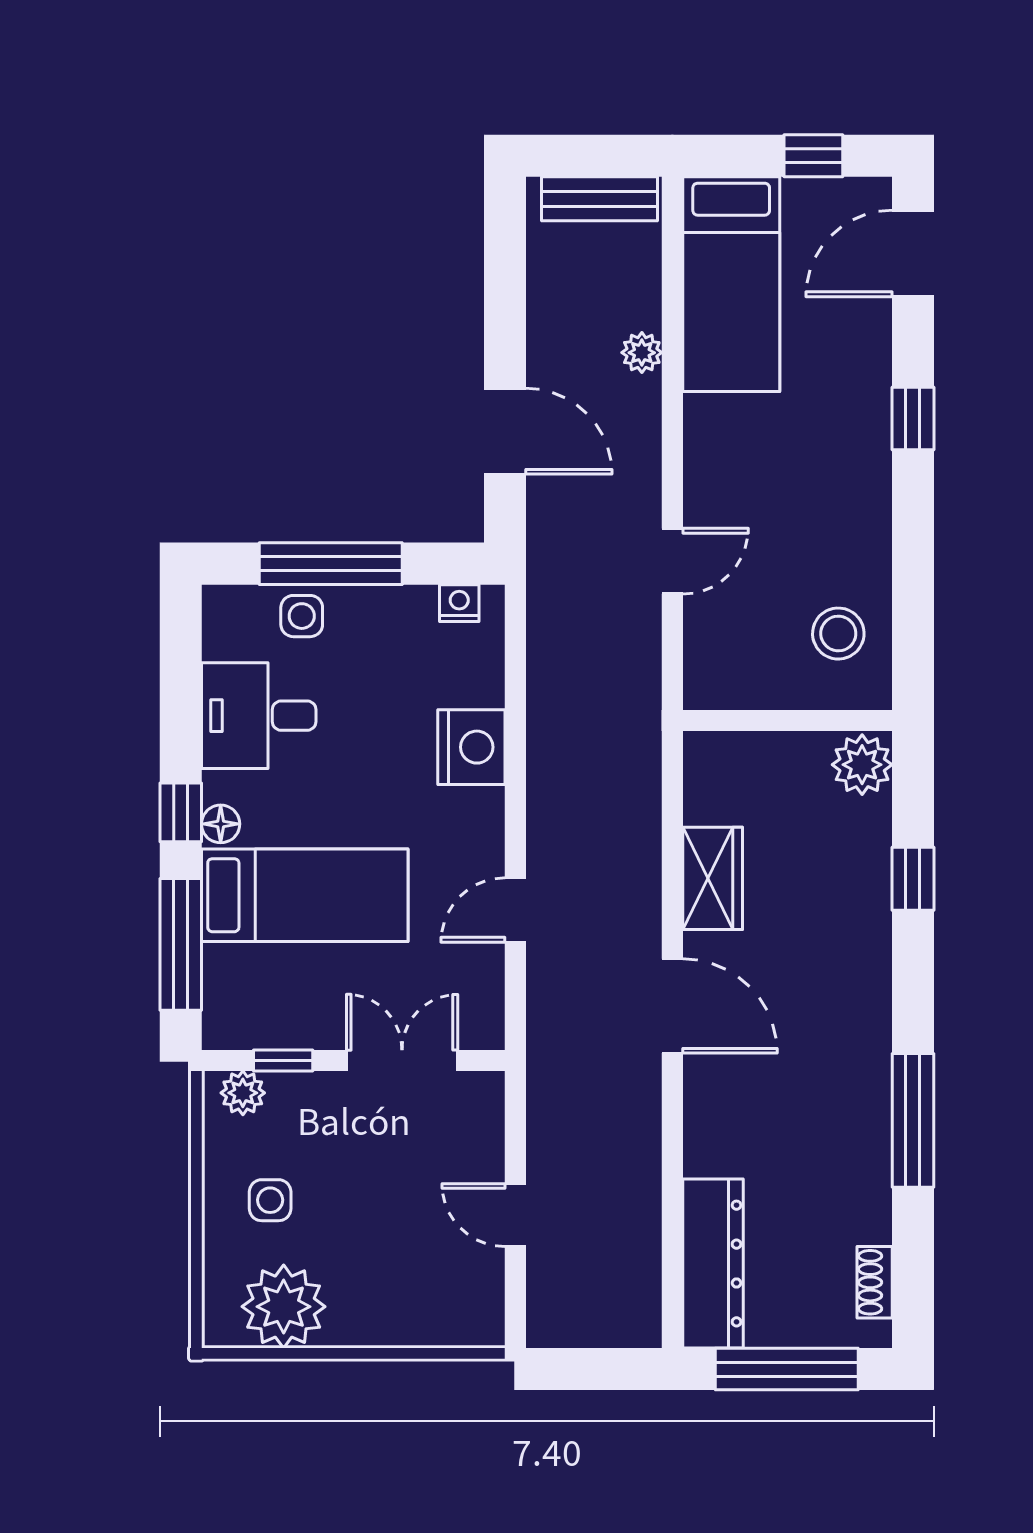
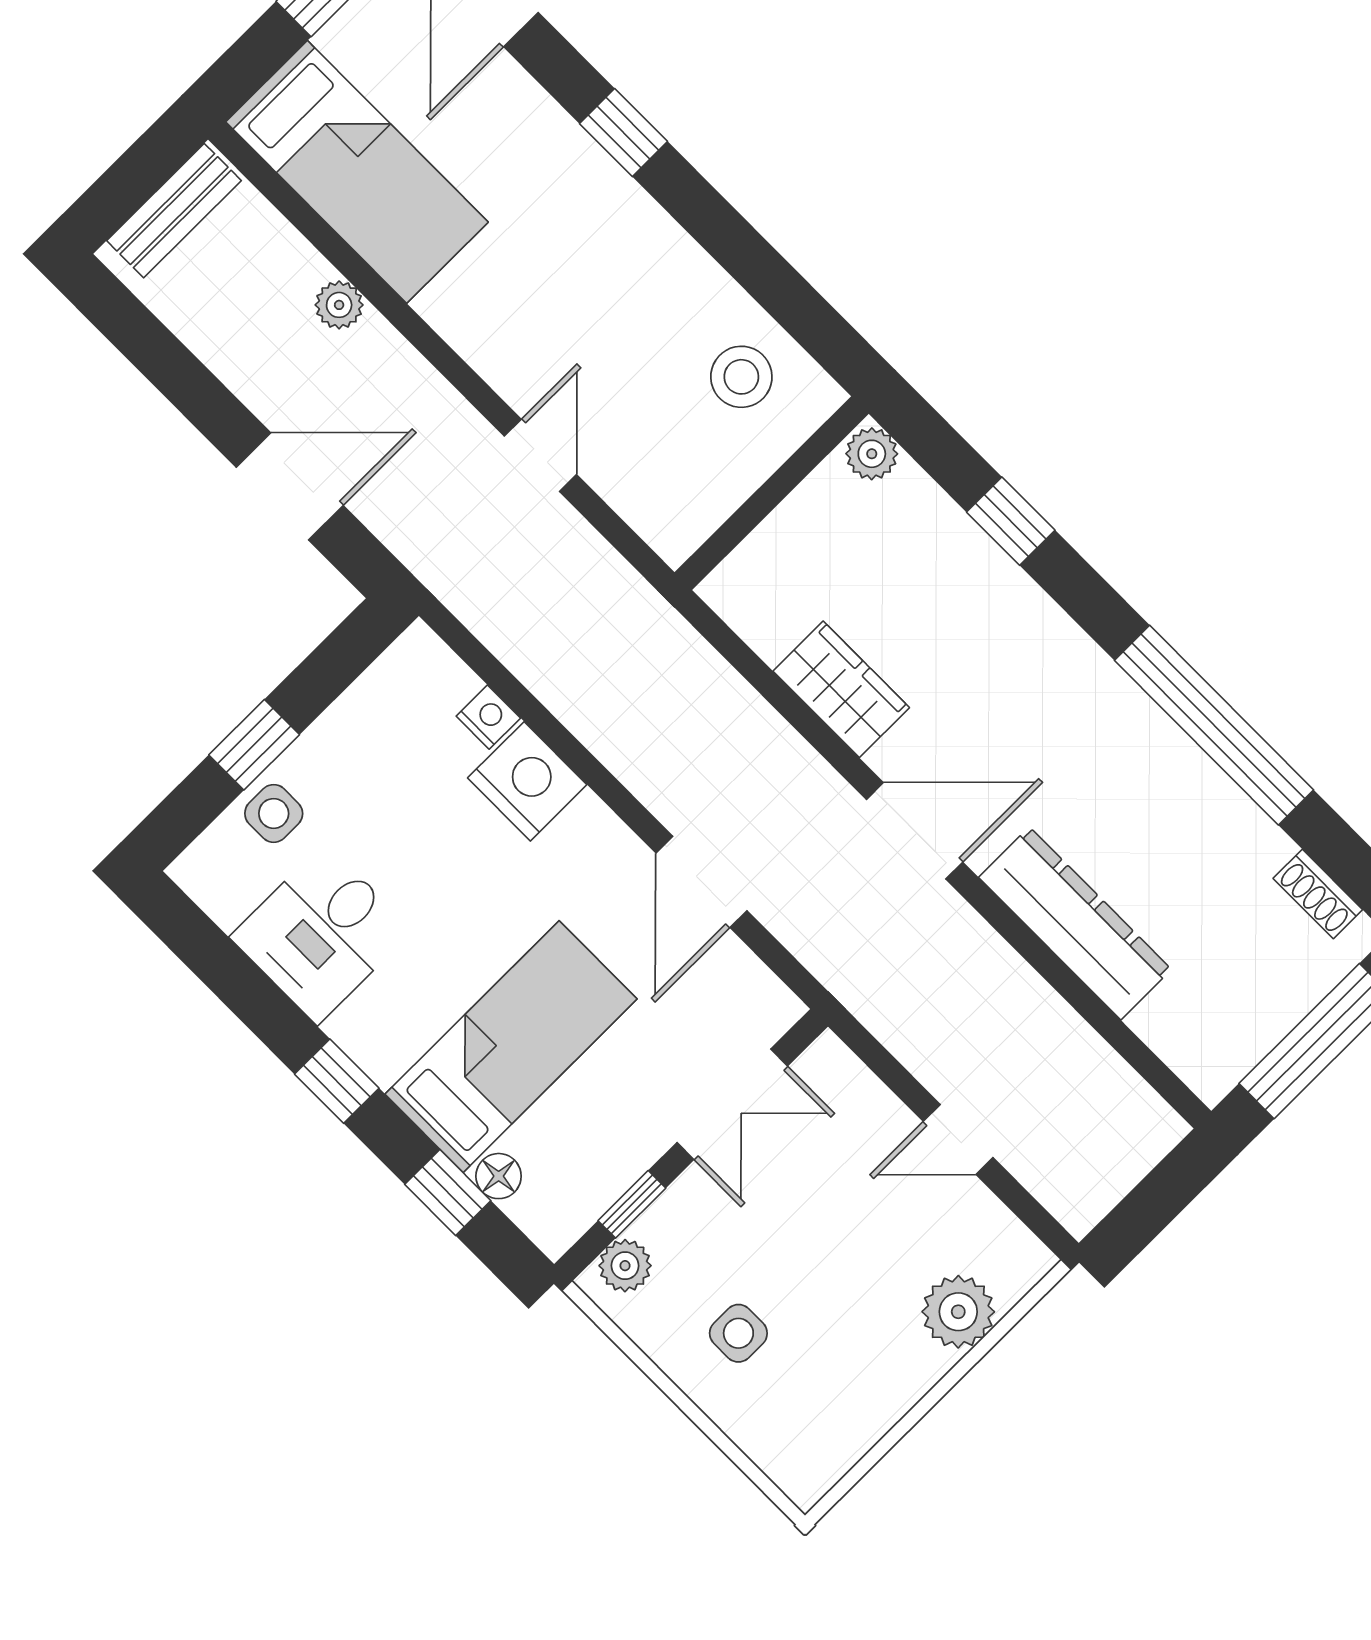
window: (331, 564) -> (254, 745), width x0.46
nightstand: (459, 603) -> (488, 717), moved, turned 90
plant: (862, 765) -> (872, 454), width x0.73, depth x0.73
floor lamp: (221, 824) -> (499, 1176), moved
door: (515, 910) -> (701, 882), width x1.38
window: (181, 944) -> (448, 1192), width x0.46
double door: (402, 1060) -> (732, 1104), swing flipped
window: (913, 1120) -> (1214, 725), width x1.46
dresser: (713, 1264) -> (1075, 923), moved
plant: (284, 1307) -> (958, 1312), moved, width x0.73, depth x0.73

